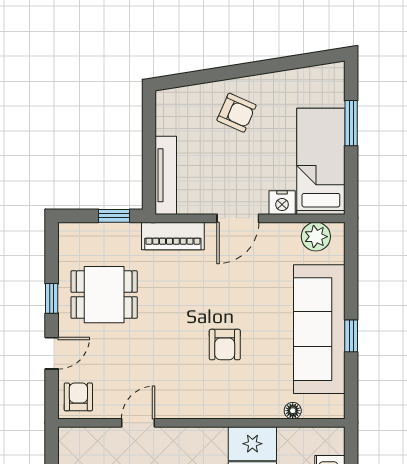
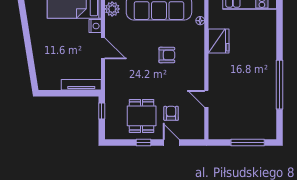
armchair: (237, 113) -> (50, 49), removed
piano: (173, 236) -> (112, 81), removed
armchair: (78, 397) -> (171, 113), moved, turned 90

